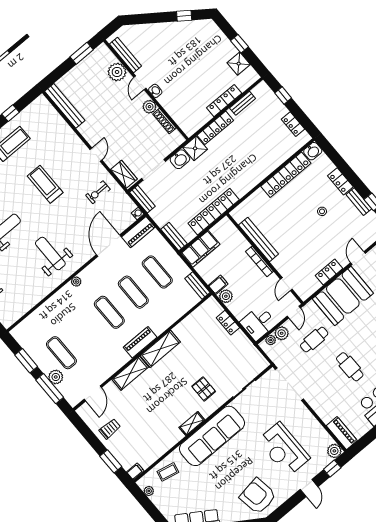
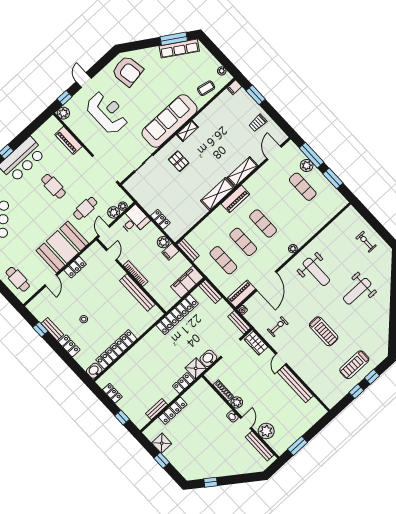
bench: (65, 106) -> (295, 384), moved
locker: (215, 128) -> (183, 383), width x0.66
piano: (342, 433) -> (68, 140), moved

